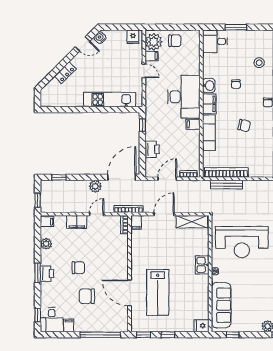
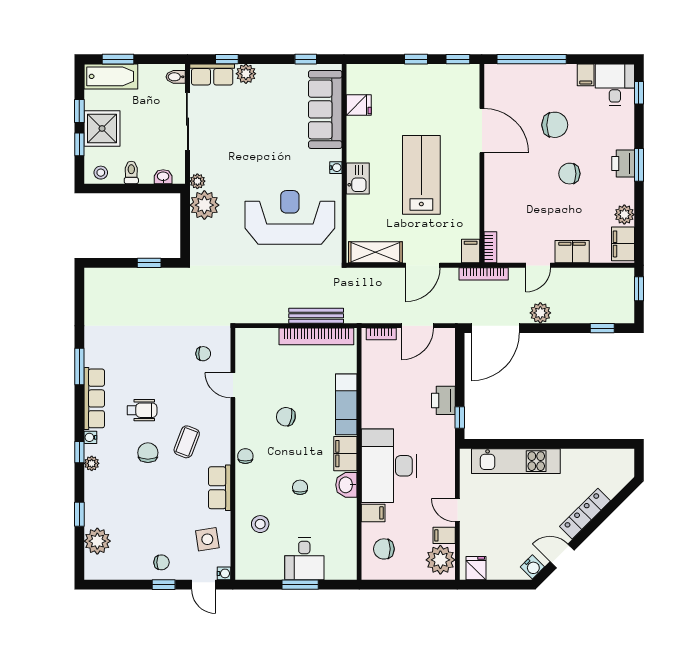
chair: (175, 41) -> (384, 549), moved
desk: (215, 41) -> (304, 559), moved, turned 90
locker: (65, 73) -> (585, 514), width x1.53
filing cabinet: (193, 124) -> (373, 513), moved
printer: (152, 149) -> (443, 400), moved
filing cabinet: (47, 222) -> (623, 244), width x2.00
lab bench: (158, 292) -> (421, 175), moved
fridge: (201, 326) -> (359, 105), moved

